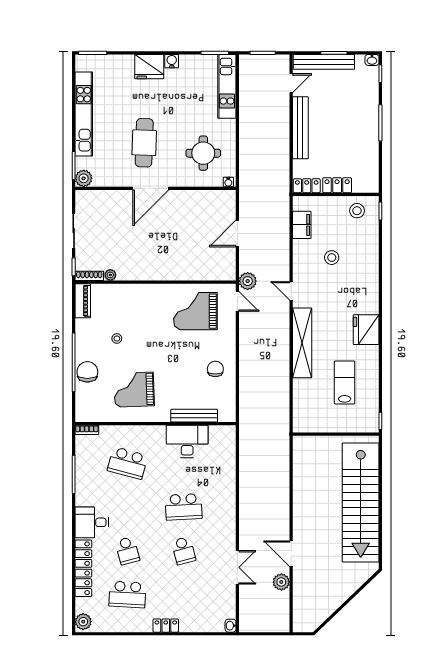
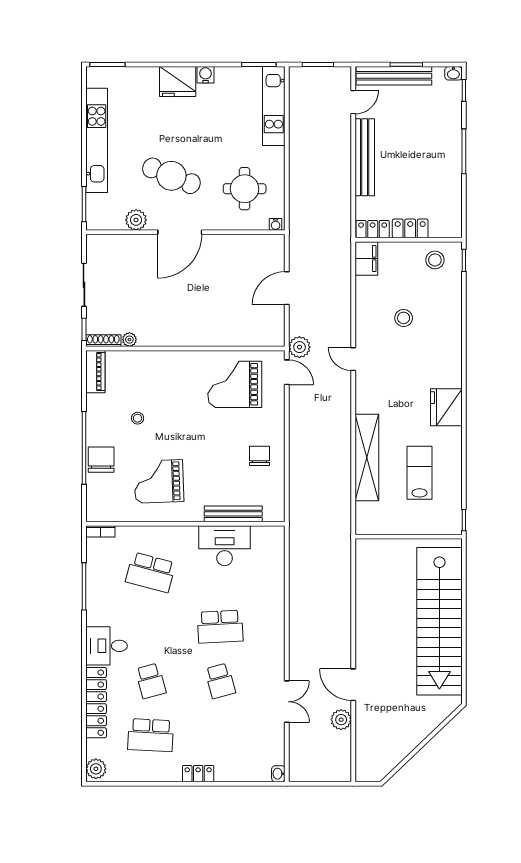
cafe table: (144, 143) -> (171, 176), turned -70
plant: (84, 178) -> (136, 220), moved
filing cabinet: (302, 225) -> (366, 258), moved
shelving: (302, 343) -> (367, 457), moved

